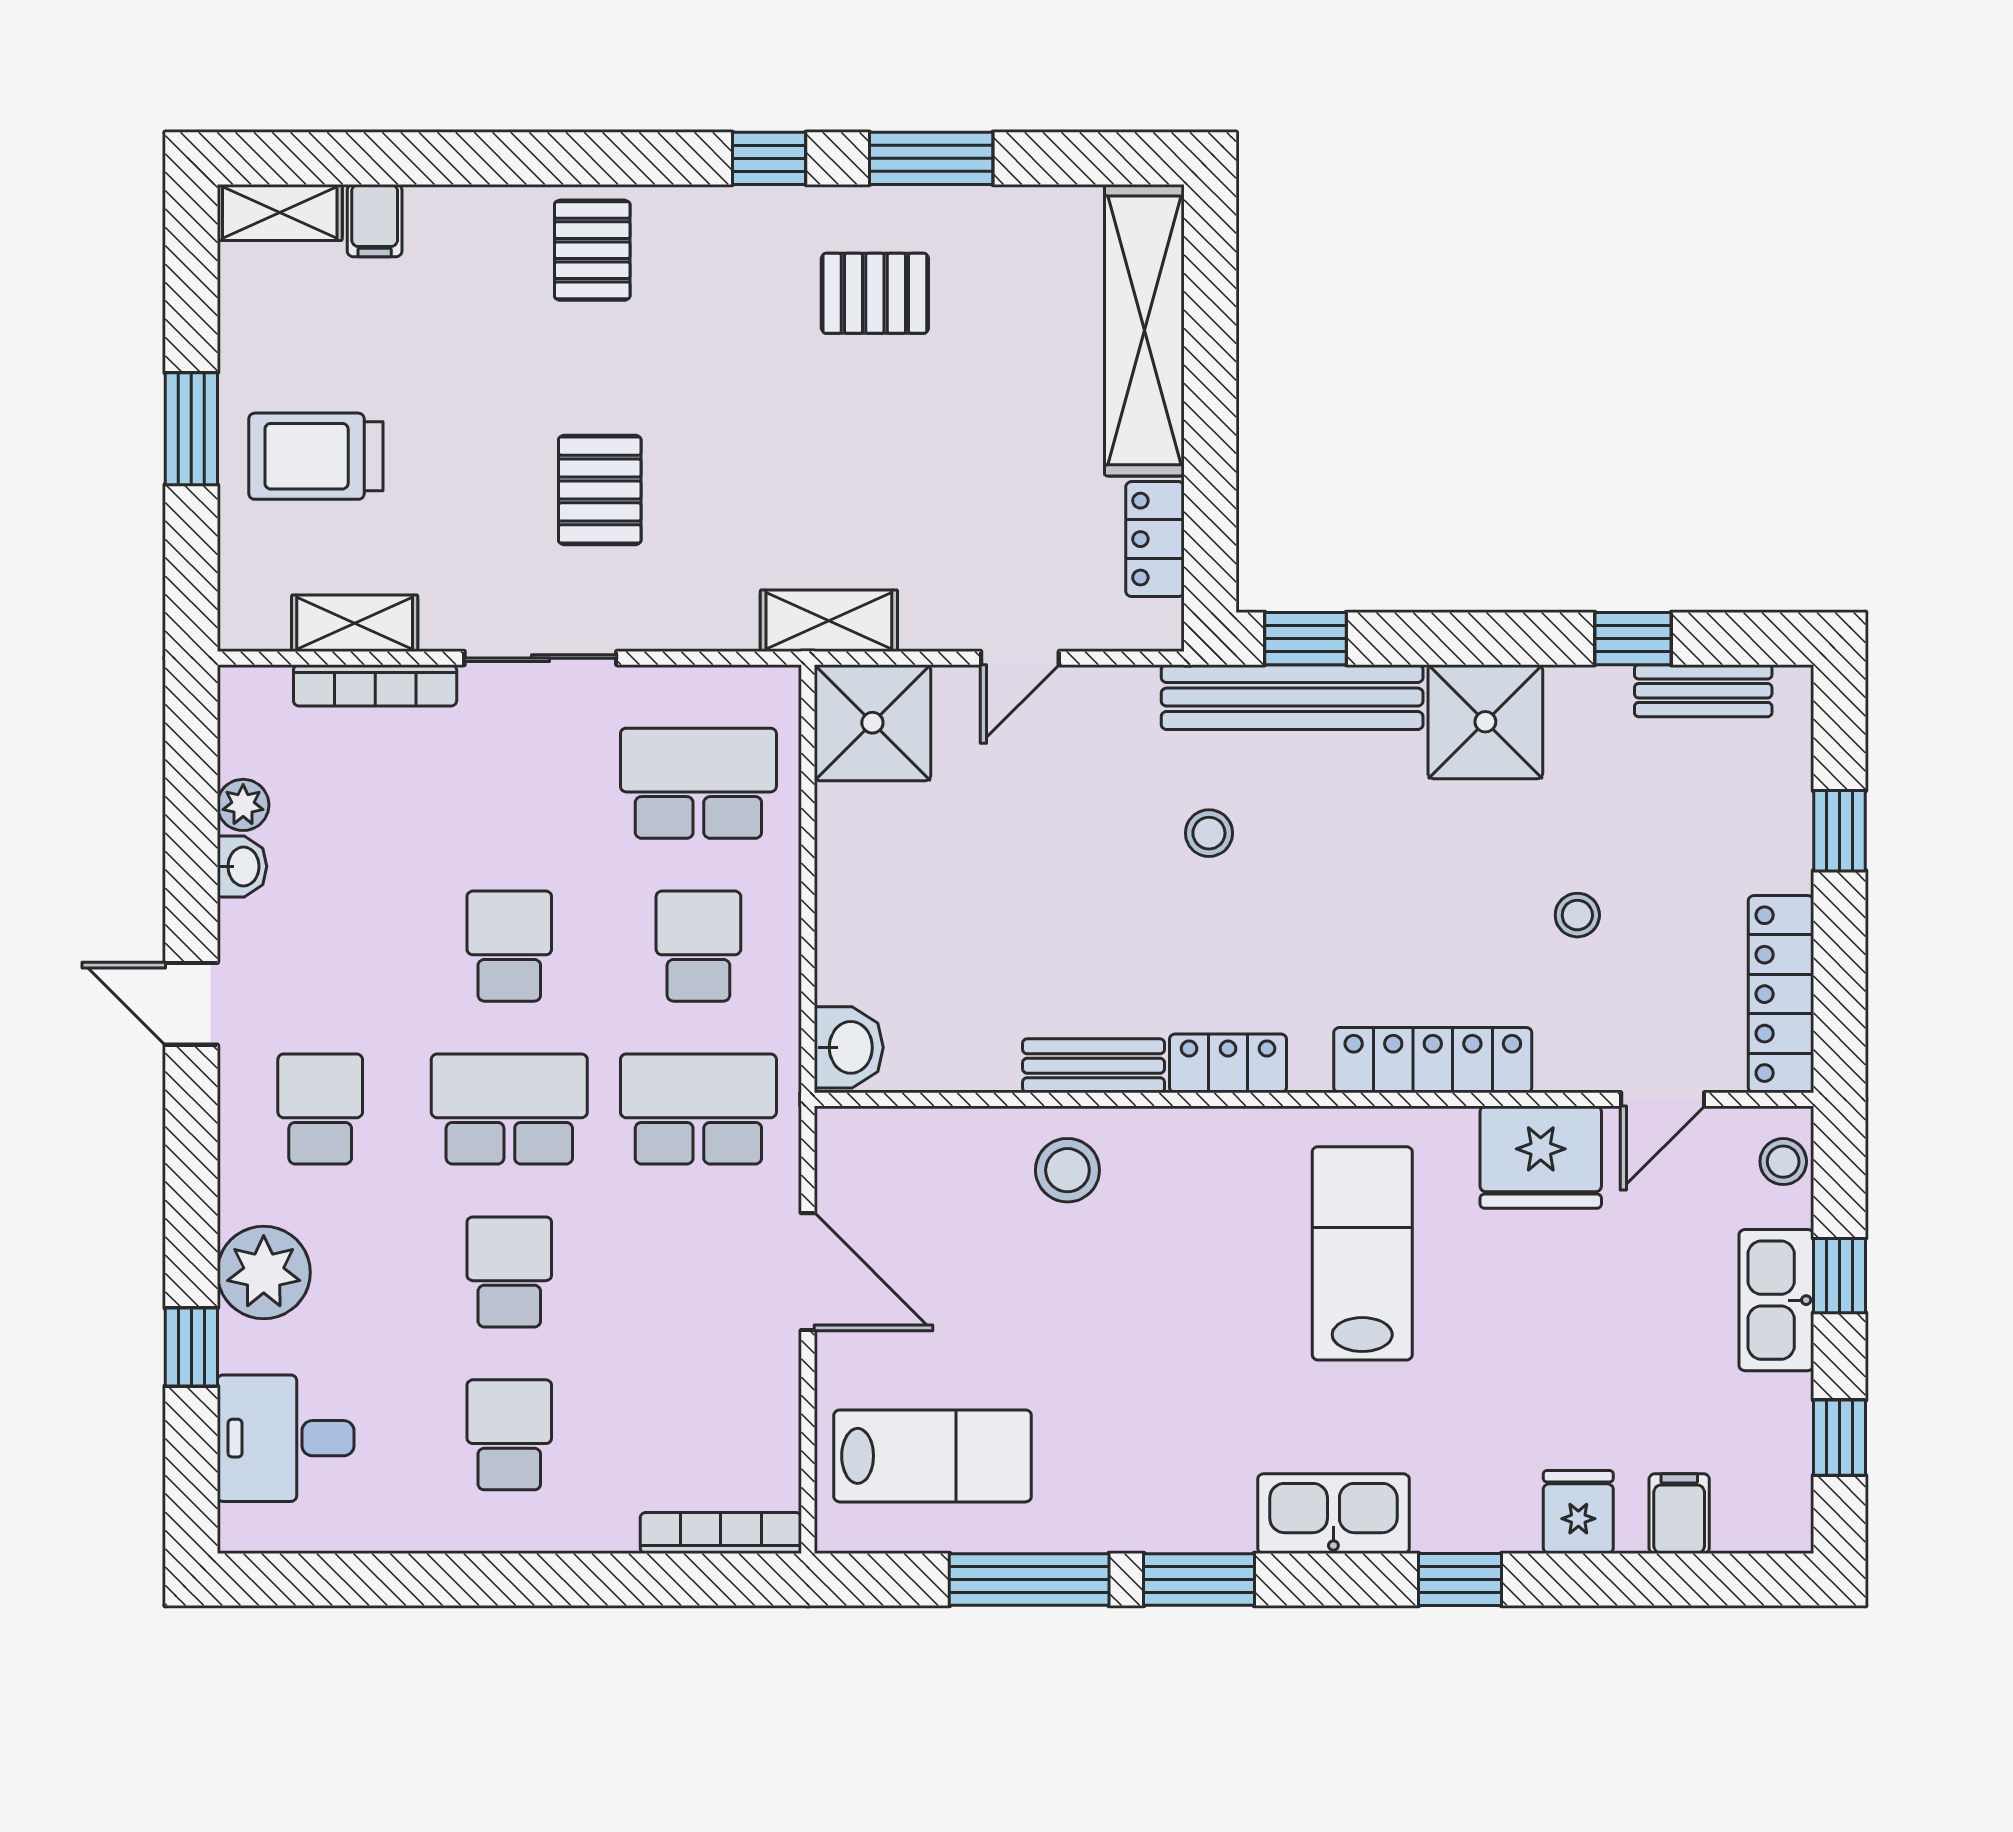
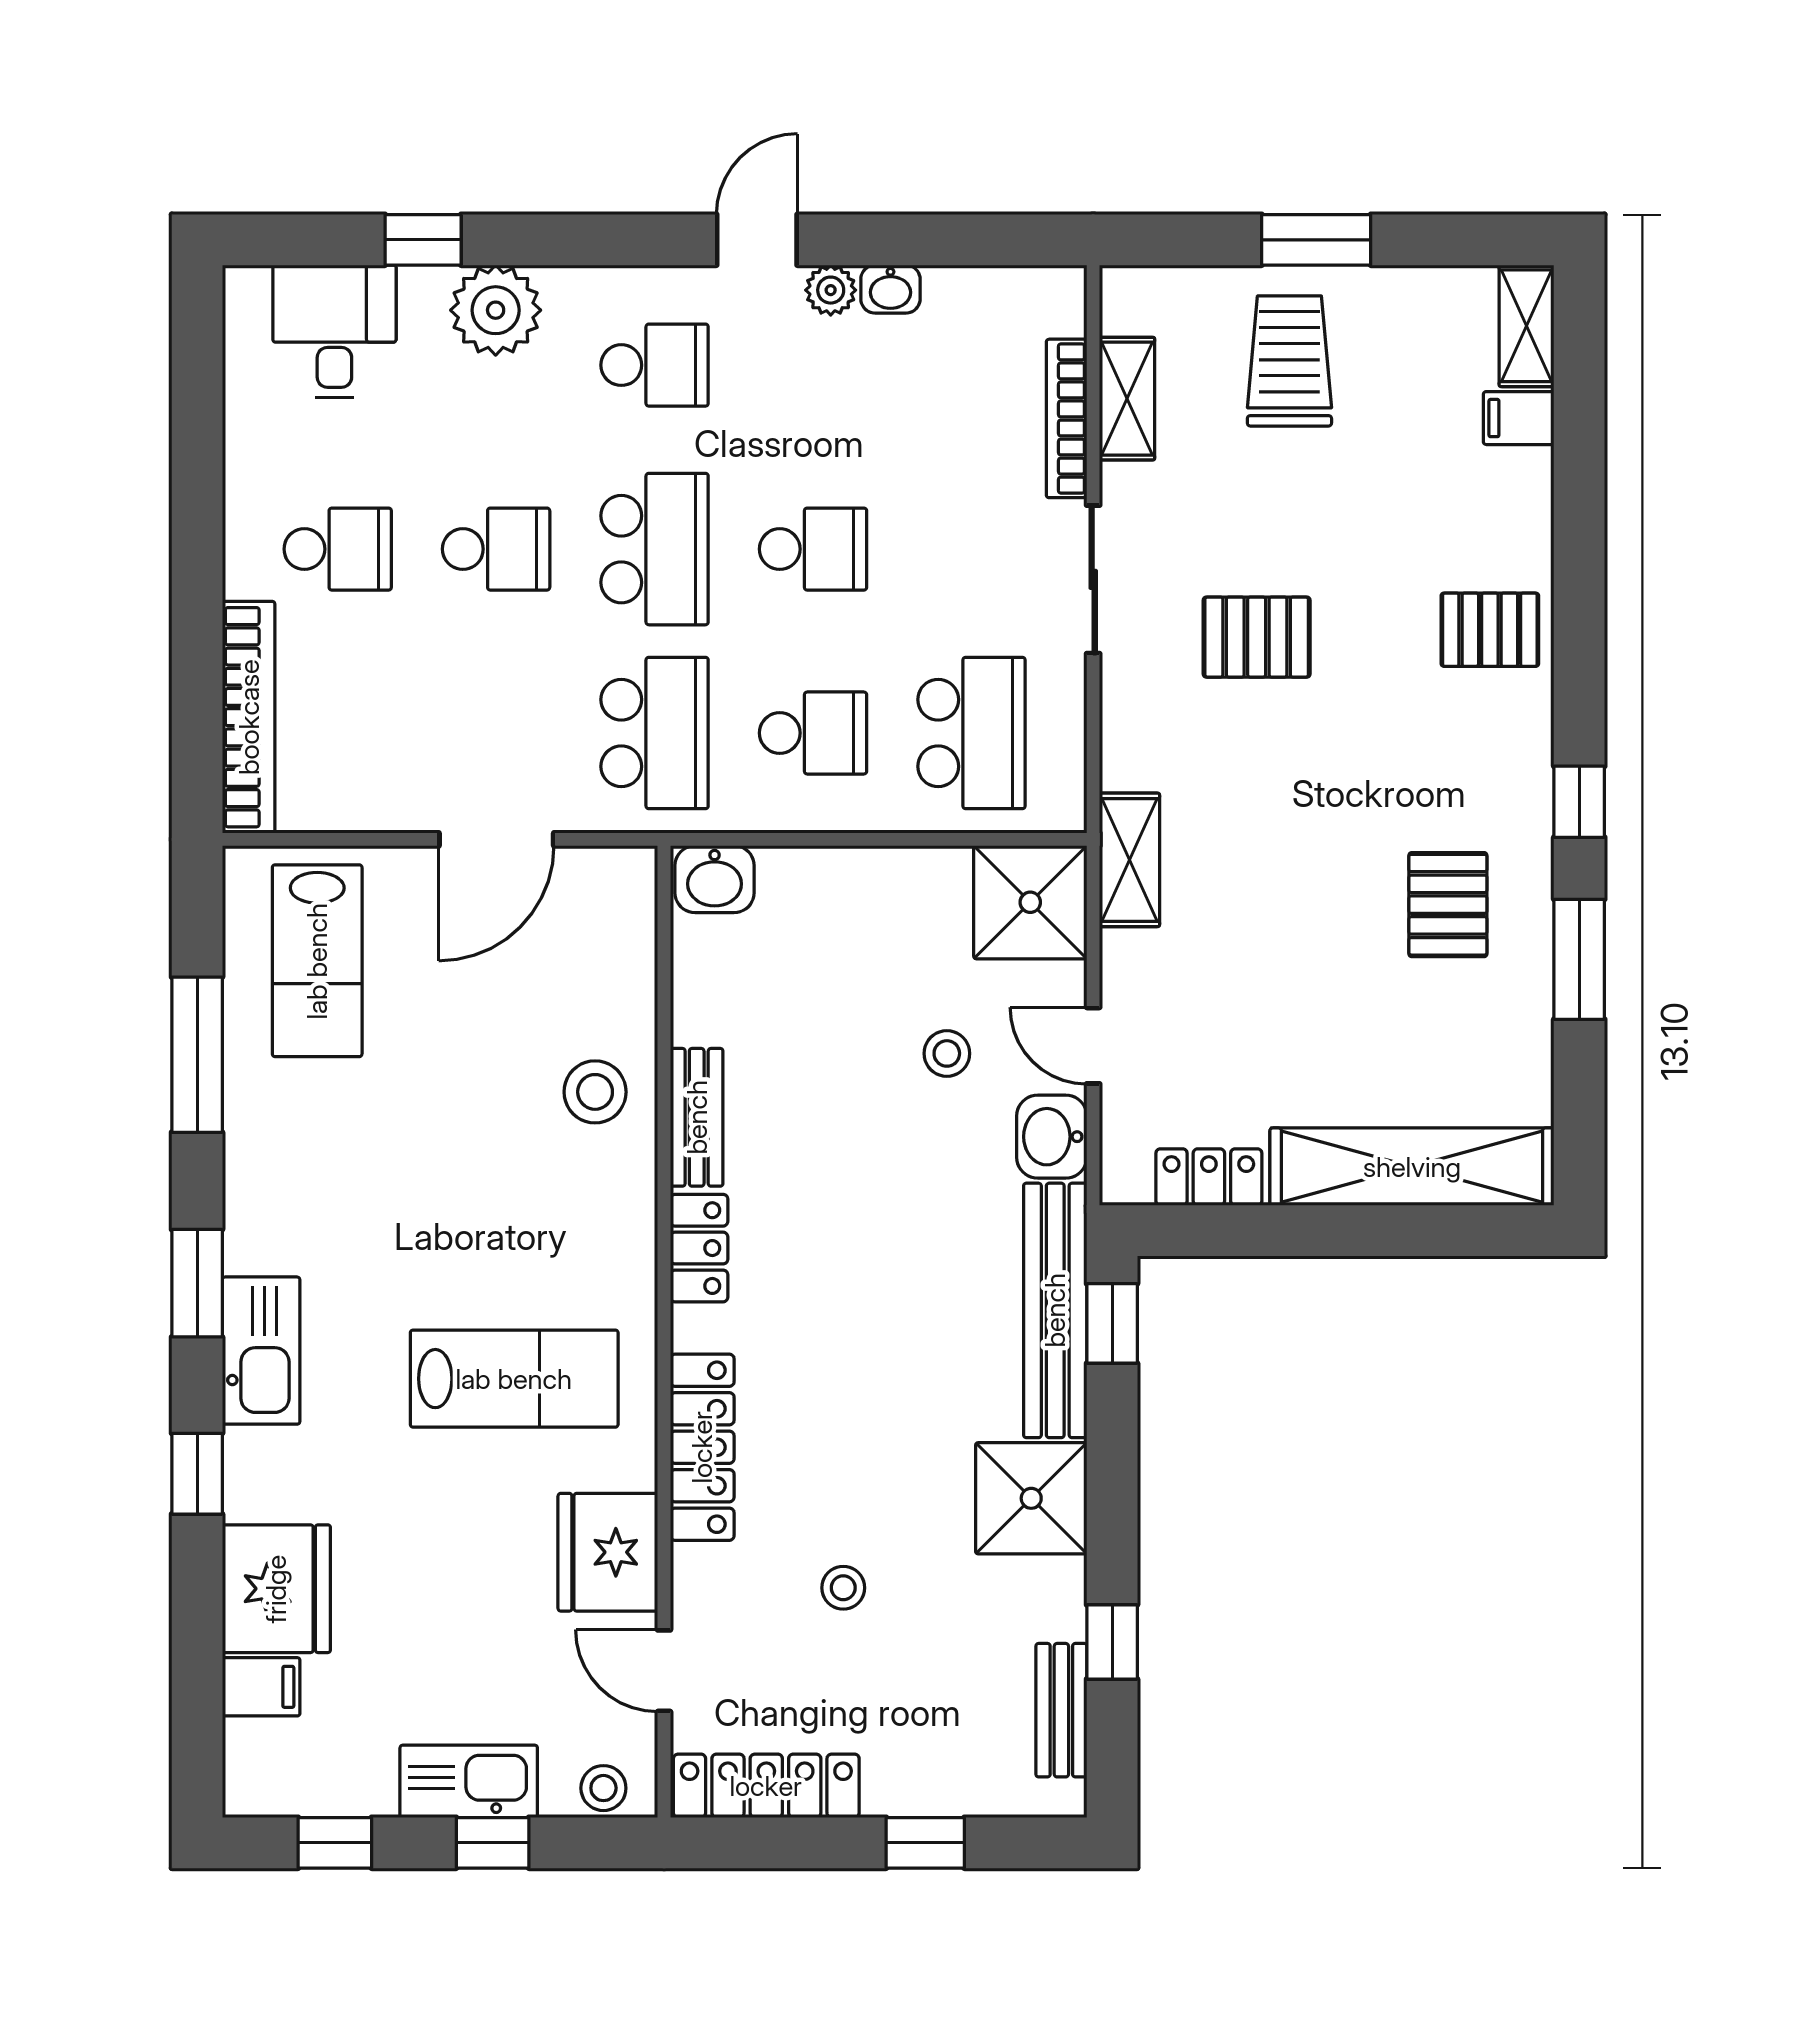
washbasin: (1113, 701) -> (1052, 1137), added
plant: (243, 805) -> (831, 290), moved
stool: (1209, 833) -> (947, 1053), moved
fridge: (1578, 1512) -> (276, 1589), width x1.88, depth x1.34
bookcase: (721, 1533) -> (249, 717), width x1.48, depth x1.31
window: (1199, 1579) -> (197, 1283), moved

